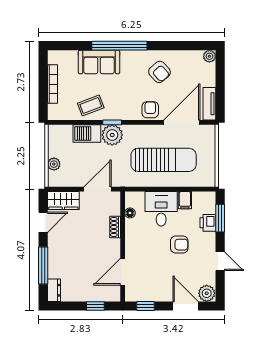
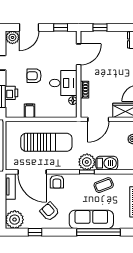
window: (119, 46) -> (98, 232), moved
window: (178, 46) -> (35, 232), added
plant: (209, 56) -> (15, 220), width x1.87, depth x1.87
sofa: (99, 62) -> (91, 219), width x1.36
door: (182, 122) -> (32, 172), hinge flipped
sun lounger: (164, 160) -> (46, 142), turned 180
desk: (161, 209) -> (63, 83), moved, turned -90
door: (186, 306) -> (29, 27), hinge flipped

